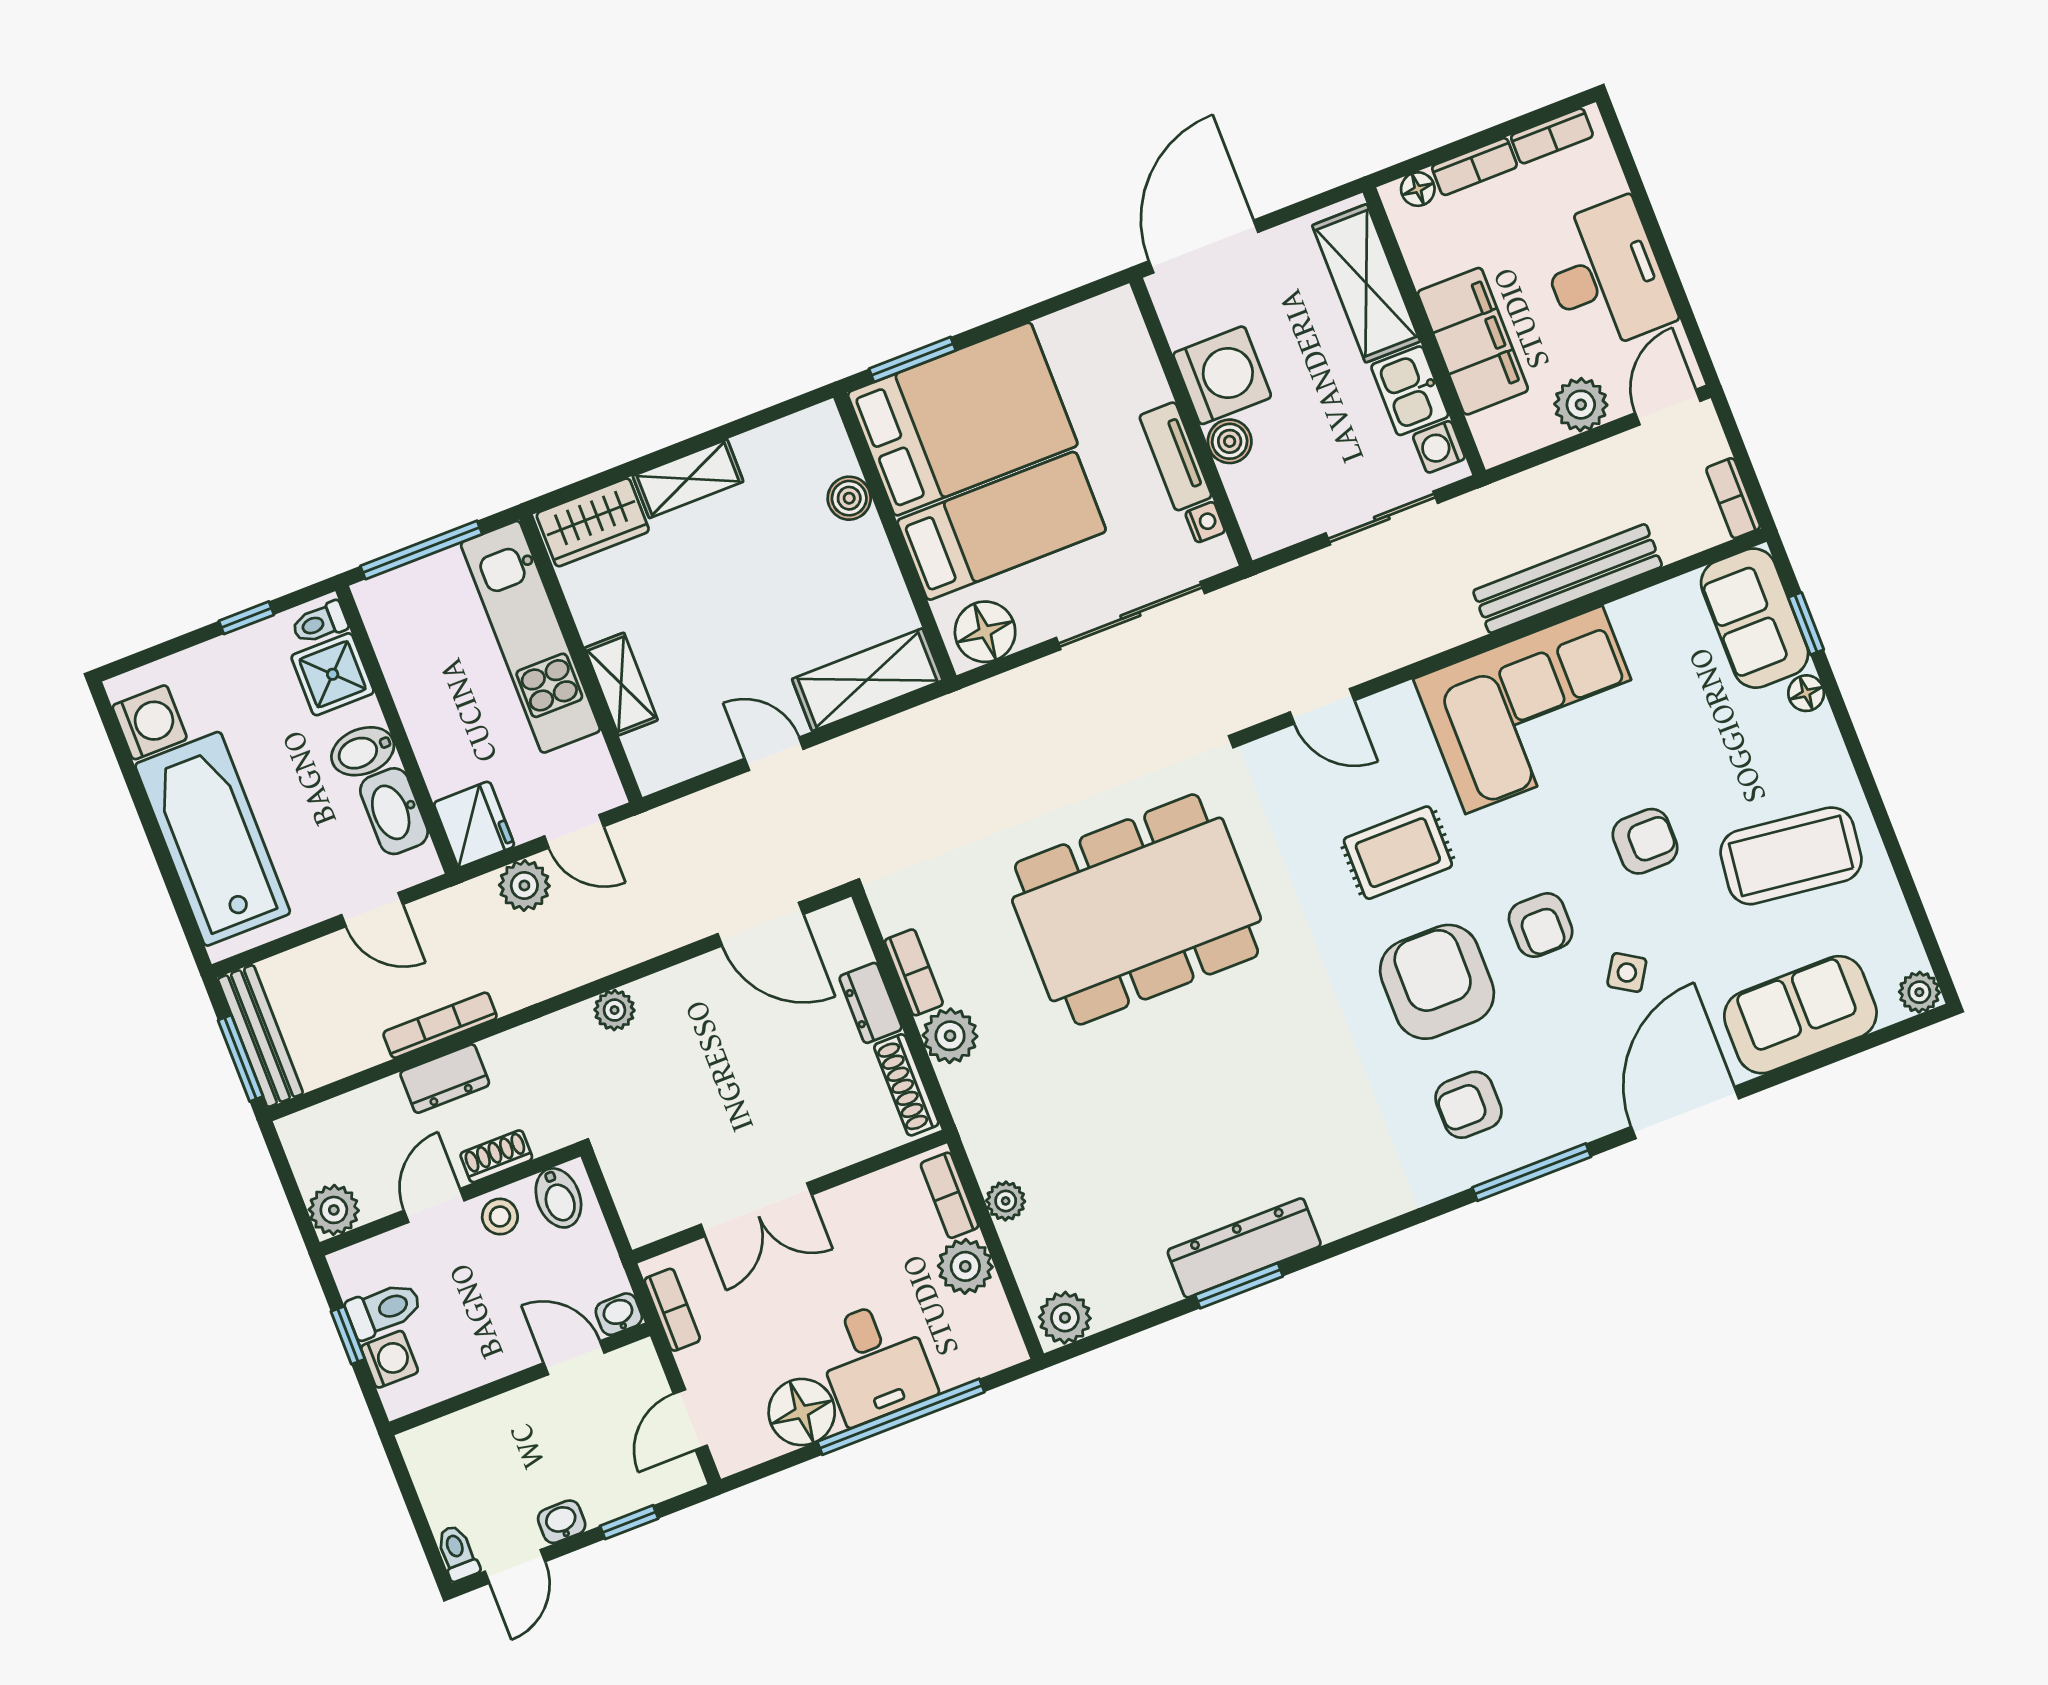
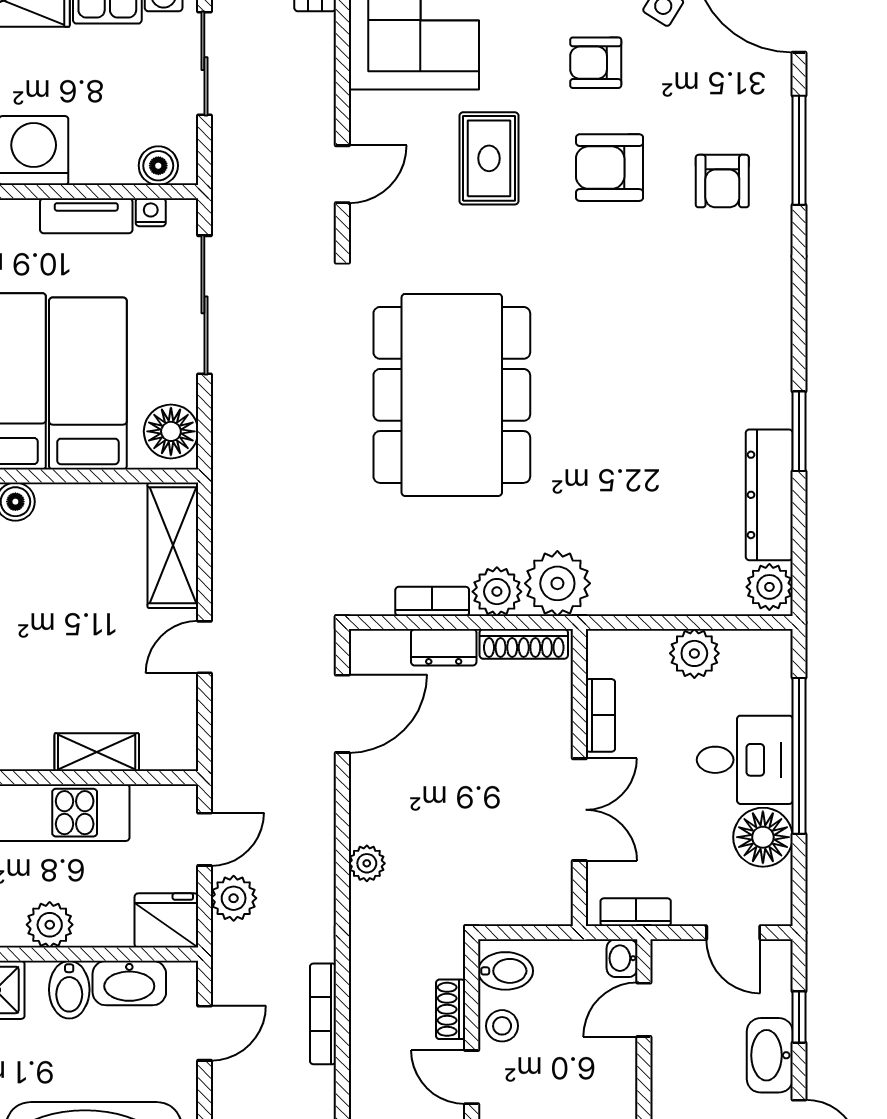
boiler: (1230, 441) -> (158, 166), moved
plant: (422, 705) -> (50, 925), added
armchair: (1541, 925) -> (596, 63), turned 180
armchair: (1437, 982) -> (610, 168), width x0.73, depth x0.73
dresser: (445, 1079) -> (369, 1027), removed
bookcase: (950, 1195) -> (600, 715), moved, turned -90
plant: (1006, 1201) -> (557, 583), moved, width x1.87, depth x1.87
dresser: (1244, 1248) -> (769, 495), moved
washbasin: (562, 1522) -> (770, 1055), width x1.91, depth x1.45

